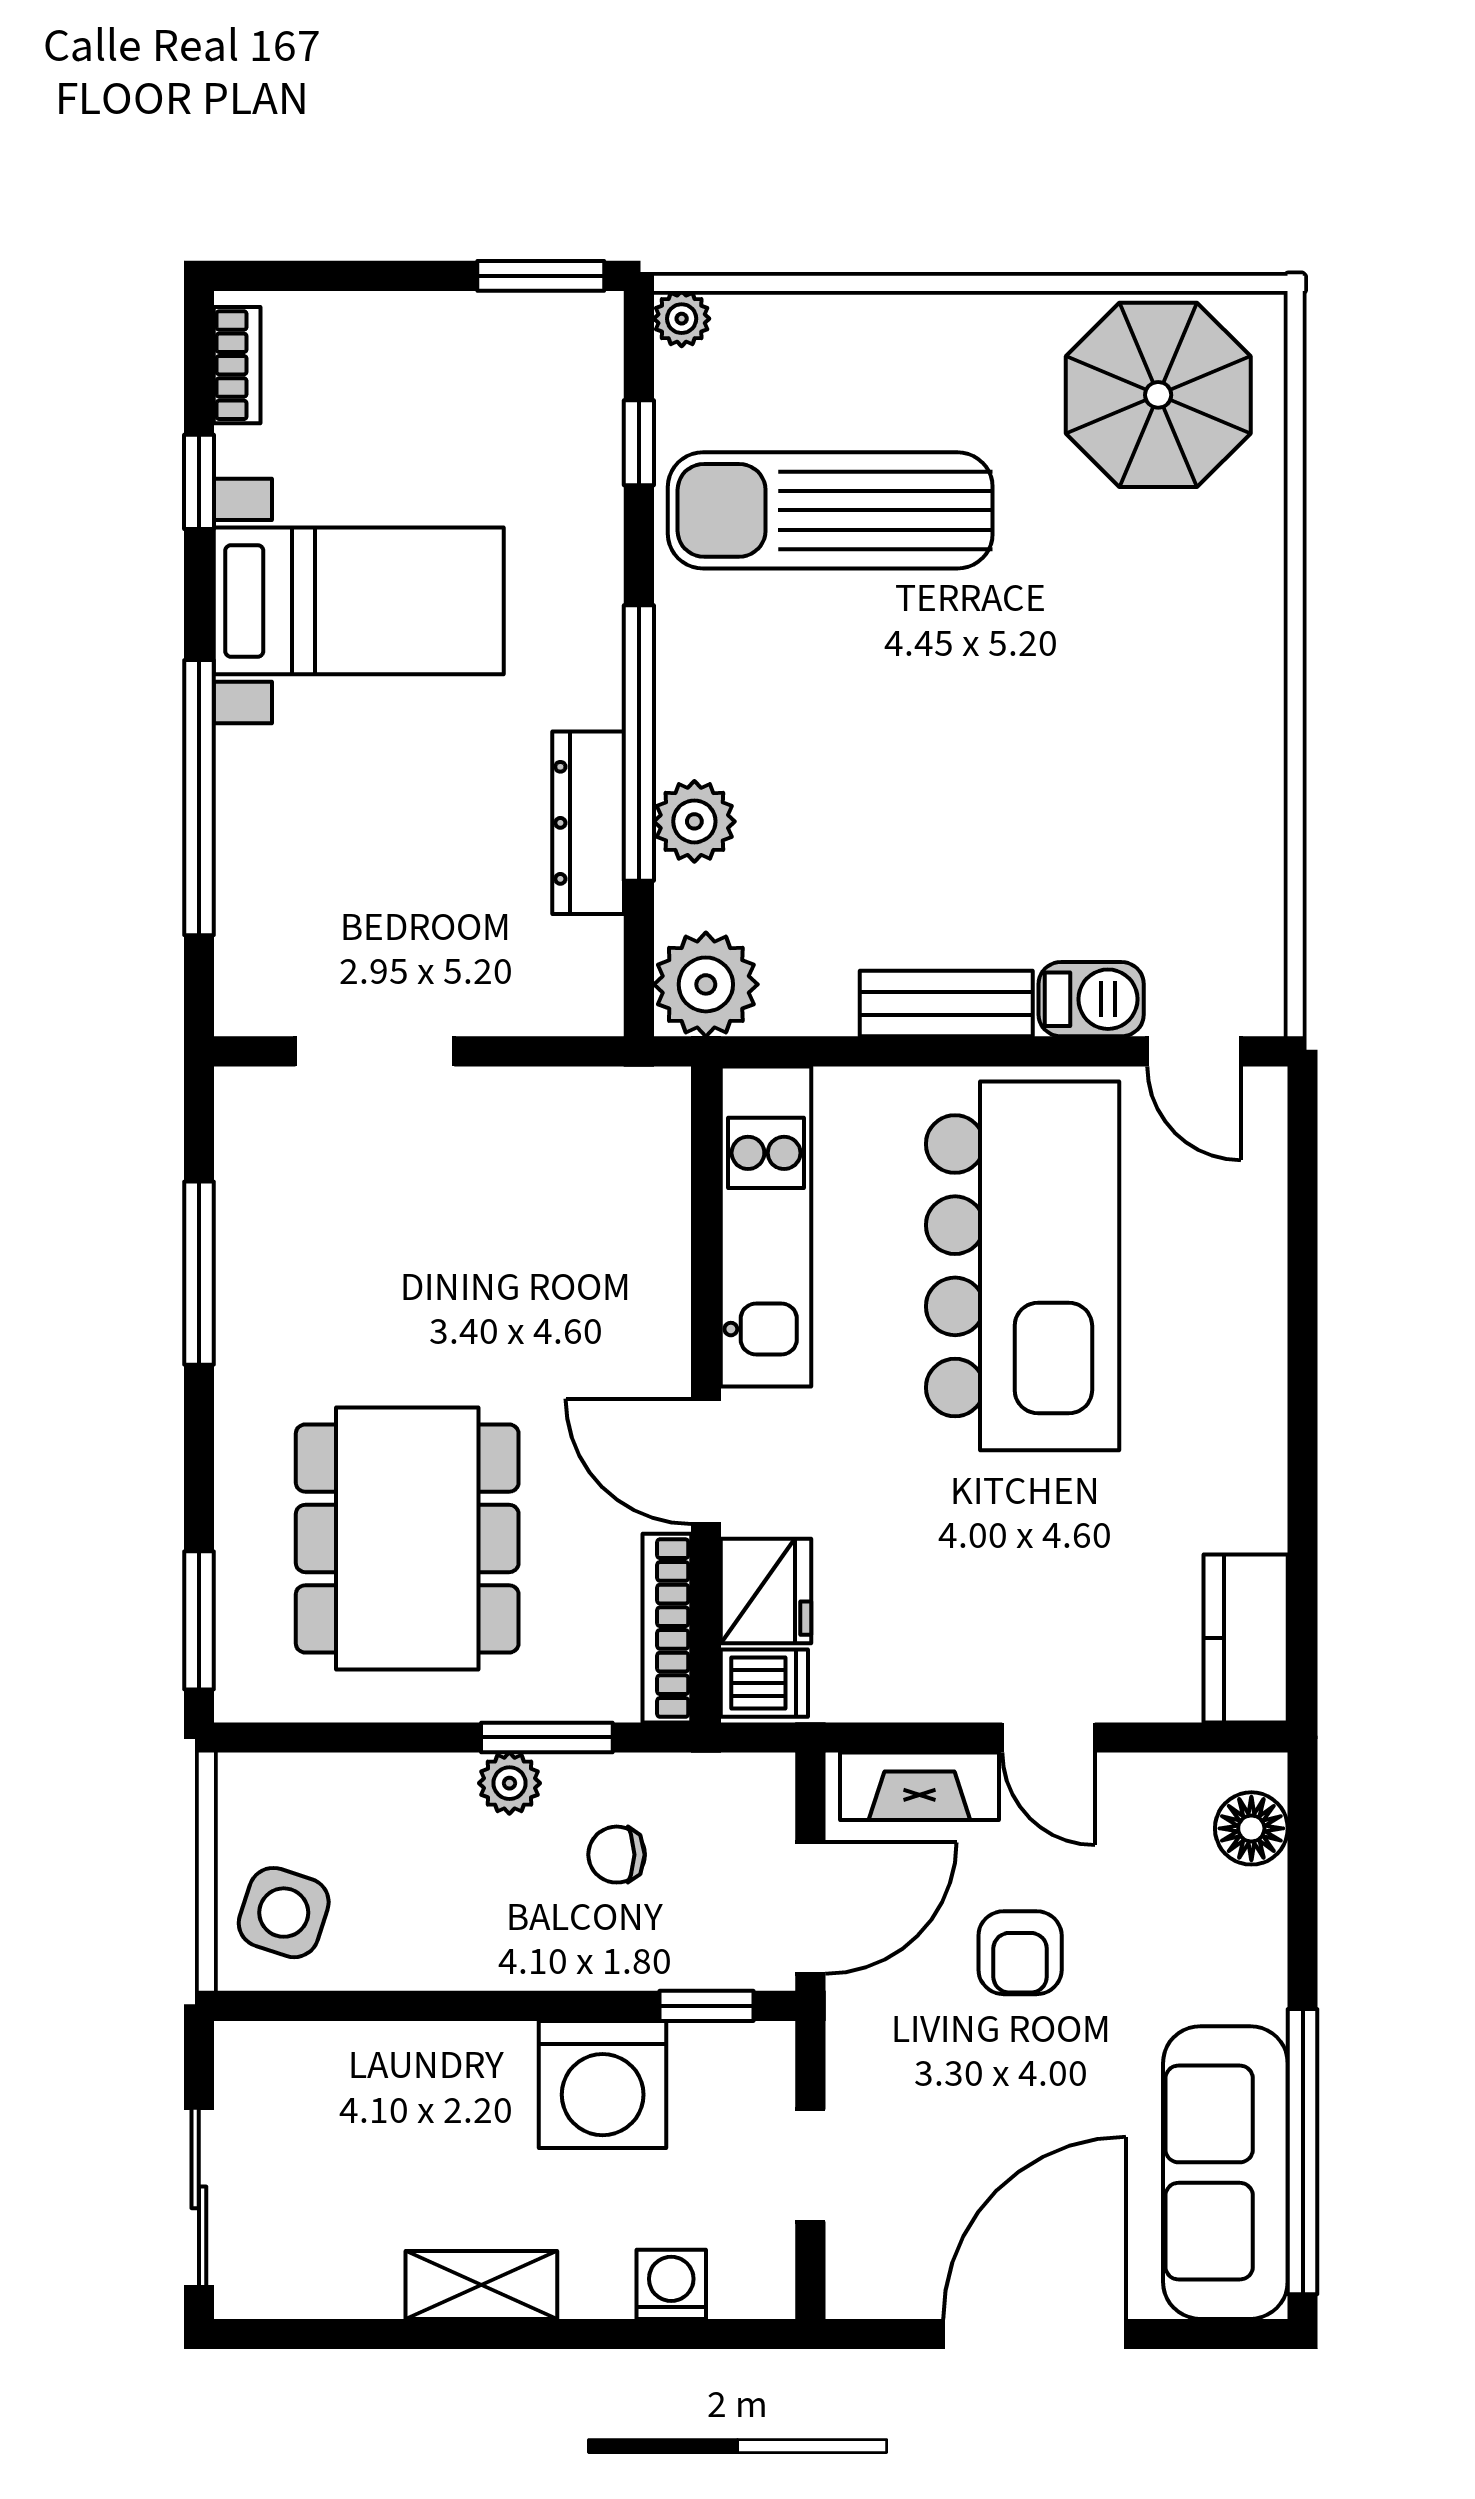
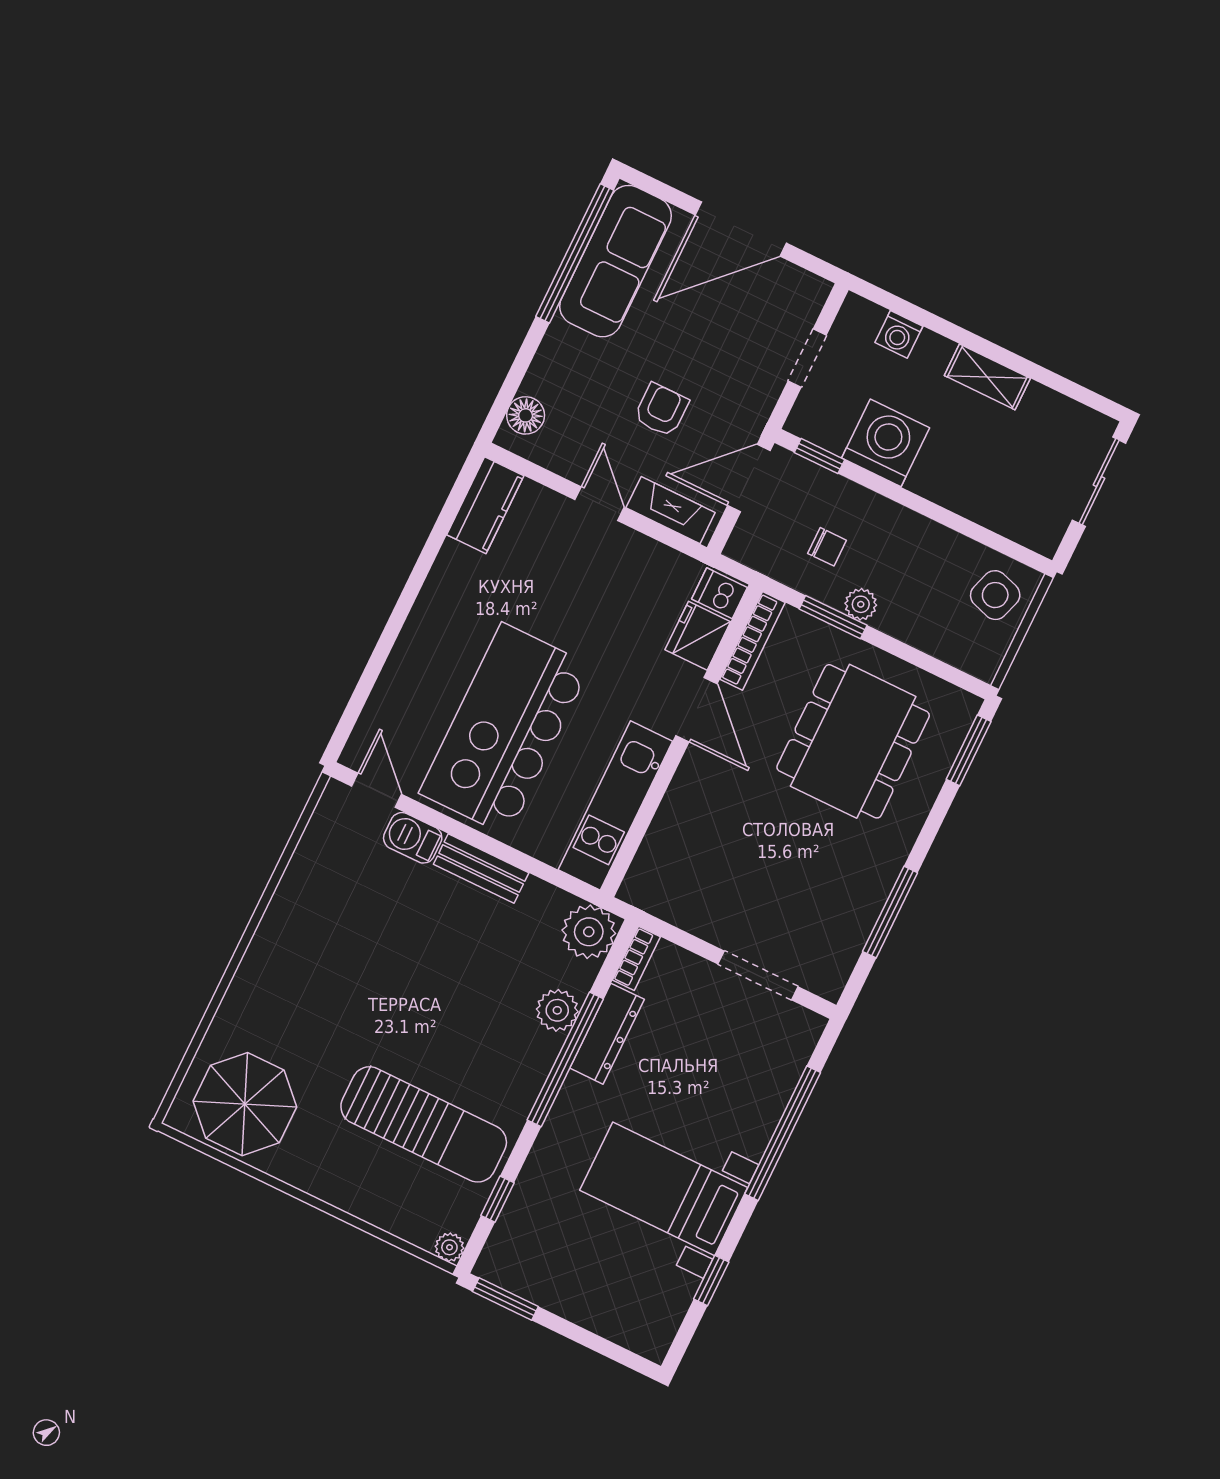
bookcase: (237, 365) -> (636, 958), moved, turned 180

